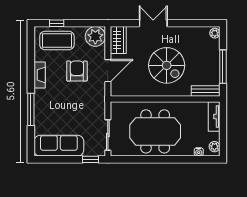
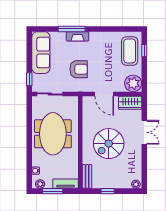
window: (223, 67) -> (108, 191), width x0.46
armchair: (77, 71) -> (79, 69), moved
fireplace: (40, 75) -> (78, 36), moved
window: (223, 132) -> (53, 191), added

